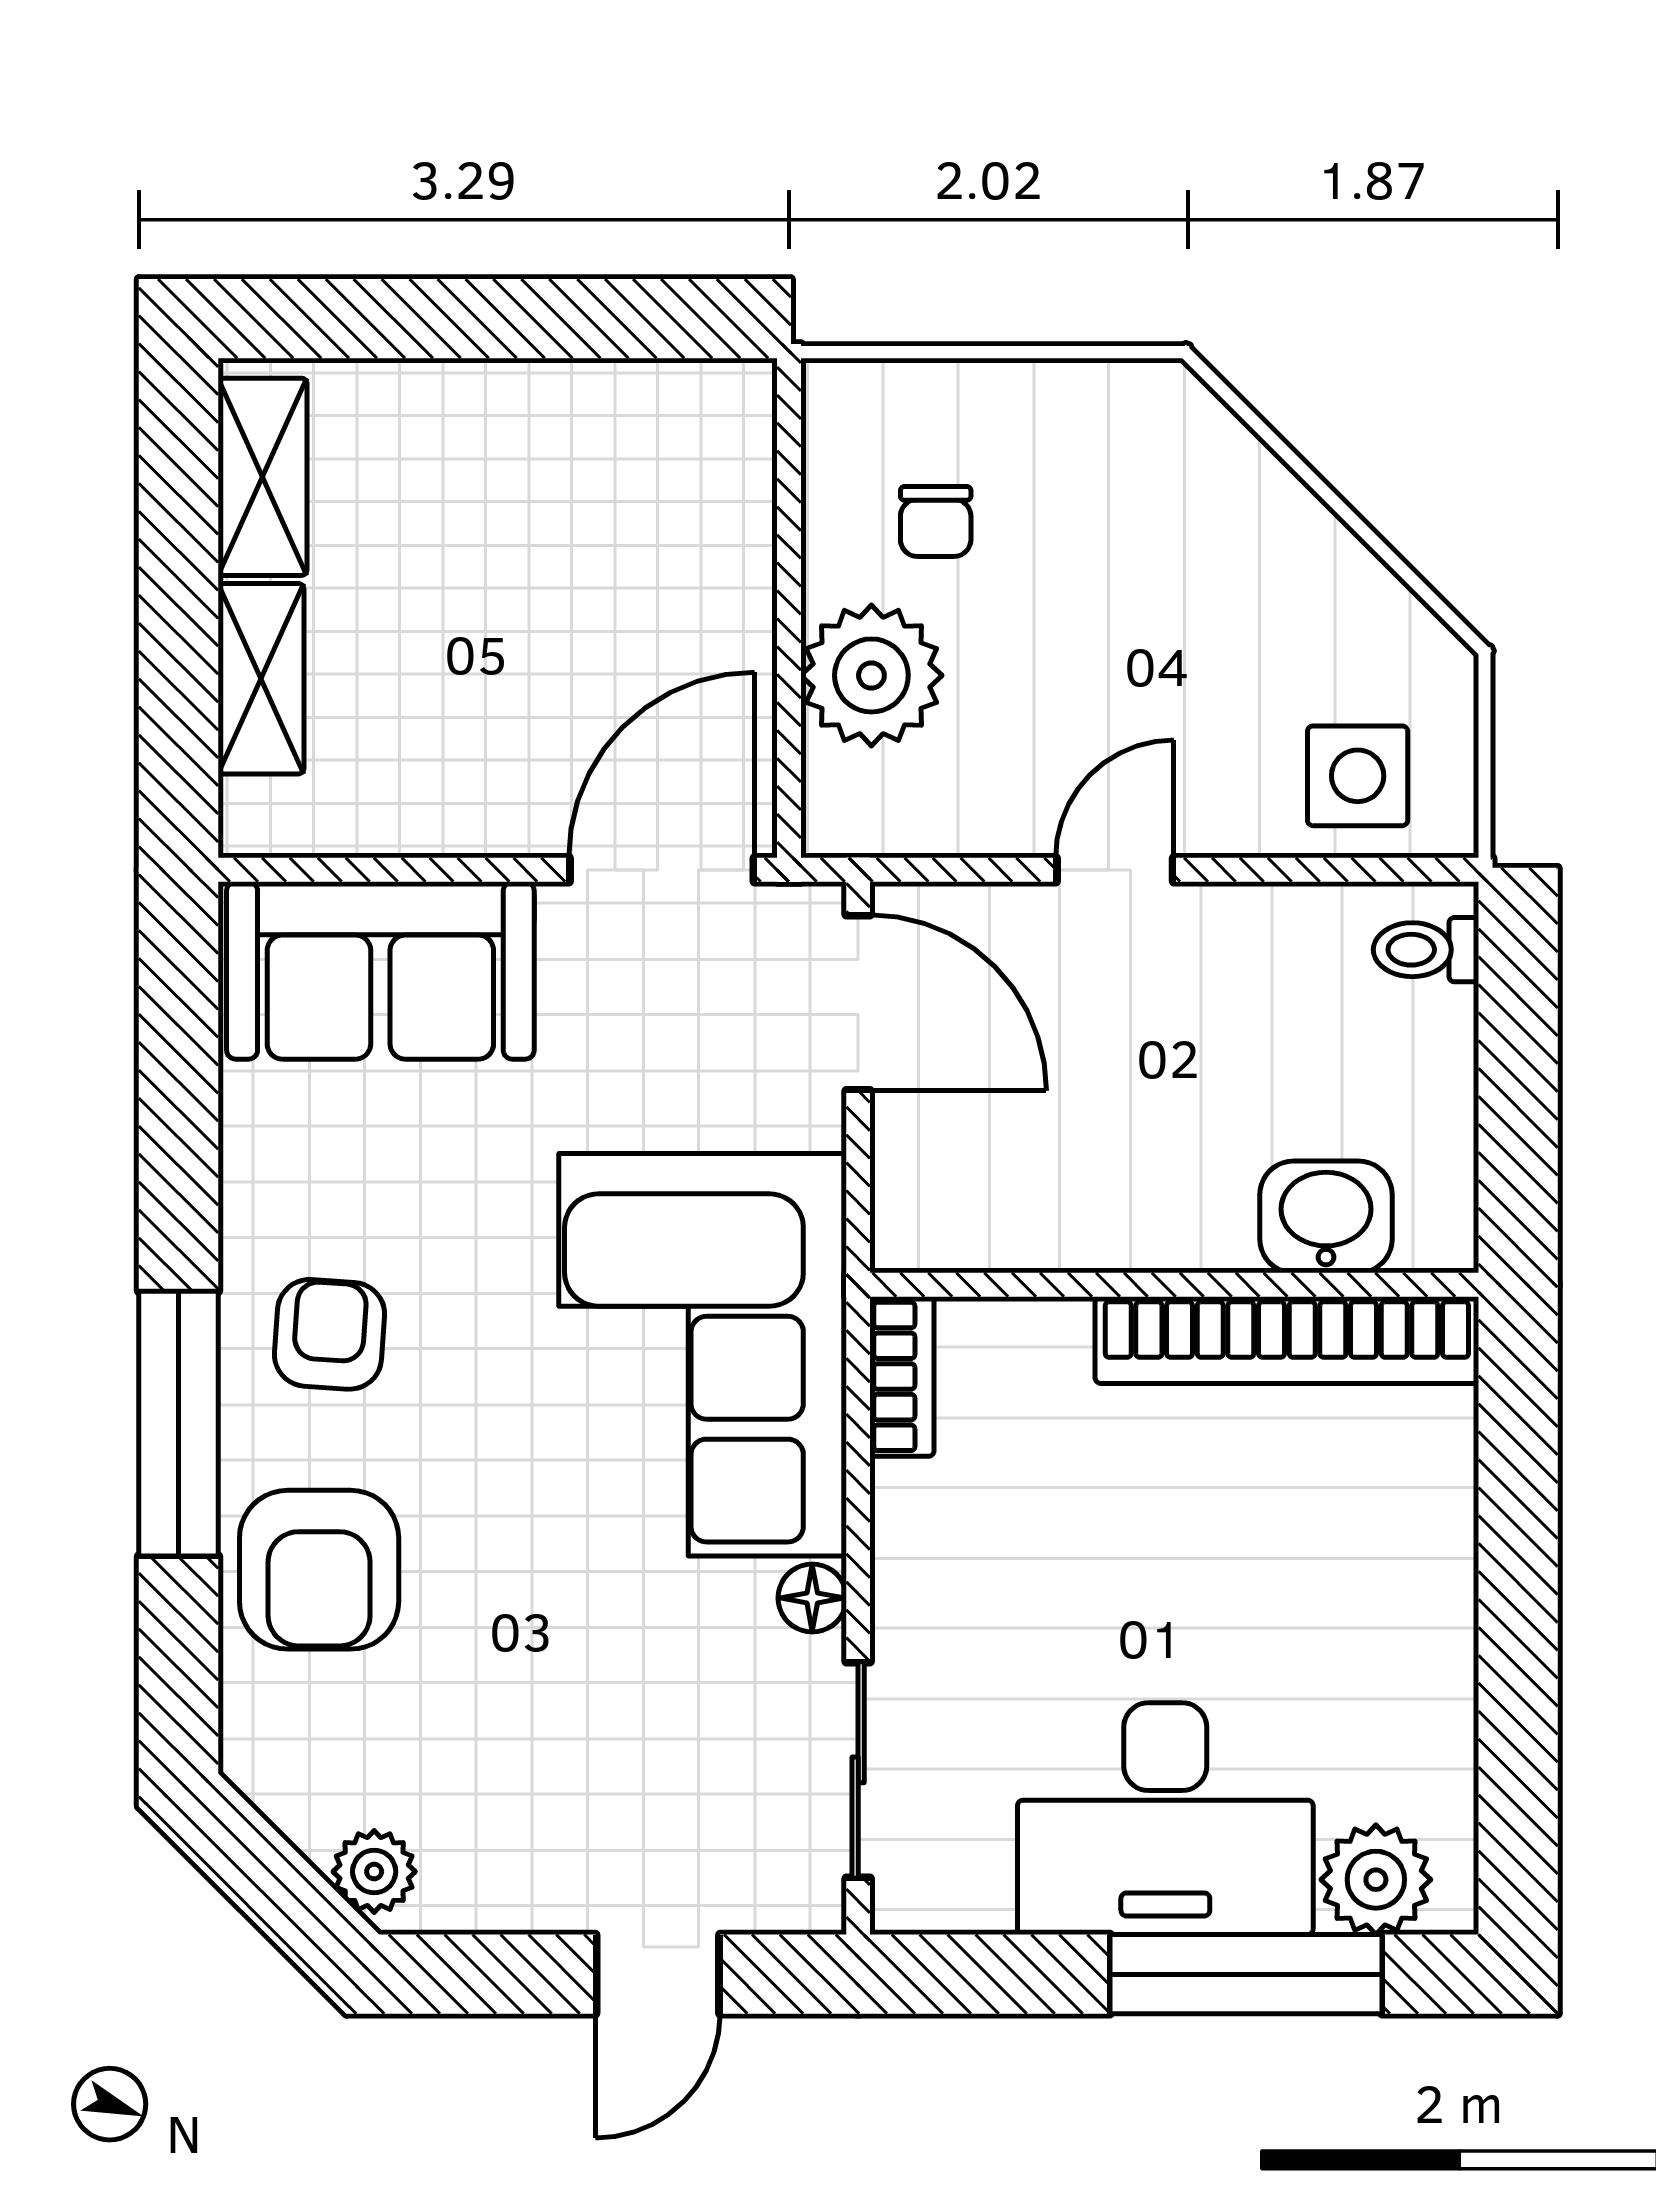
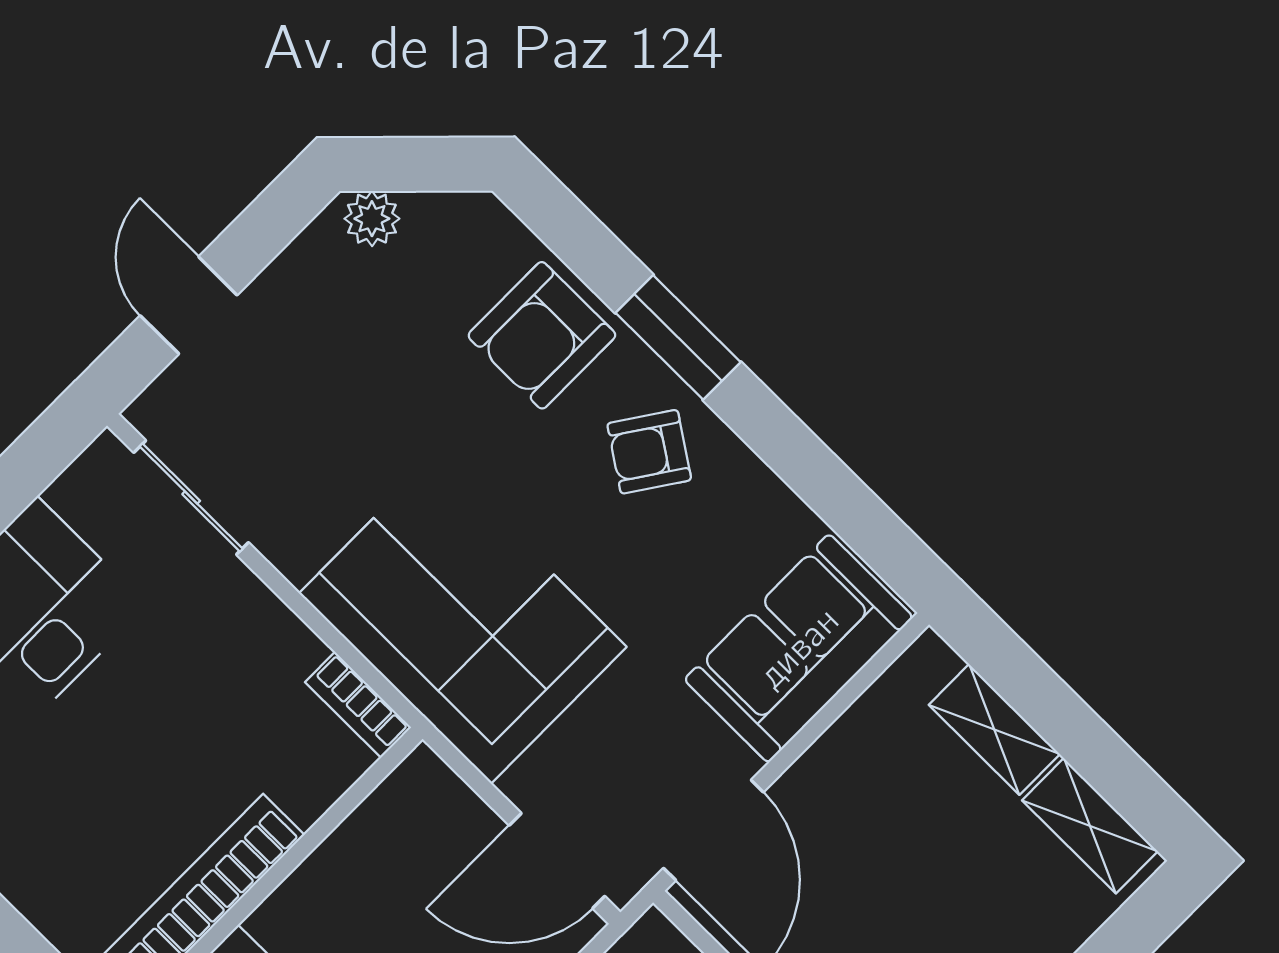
armchair: (330, 1334) -> (649, 452), turned 120
window: (178, 1424) -> (678, 337), width x0.69
armchair: (319, 1570) -> (542, 335), turned -90
floor lamp: (812, 1598) -> (295, 557), removed

